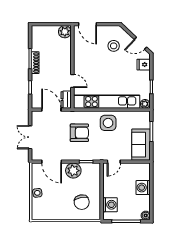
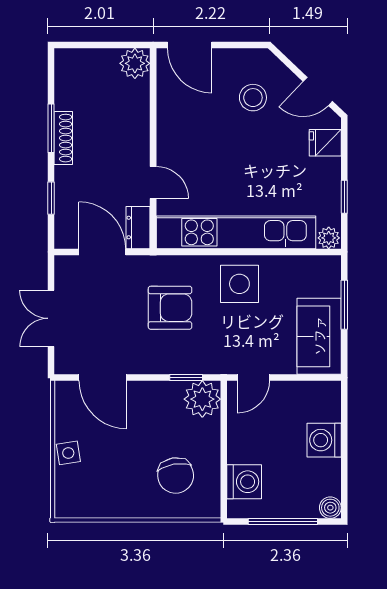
plant: (73, 171) -> (202, 399), moved

